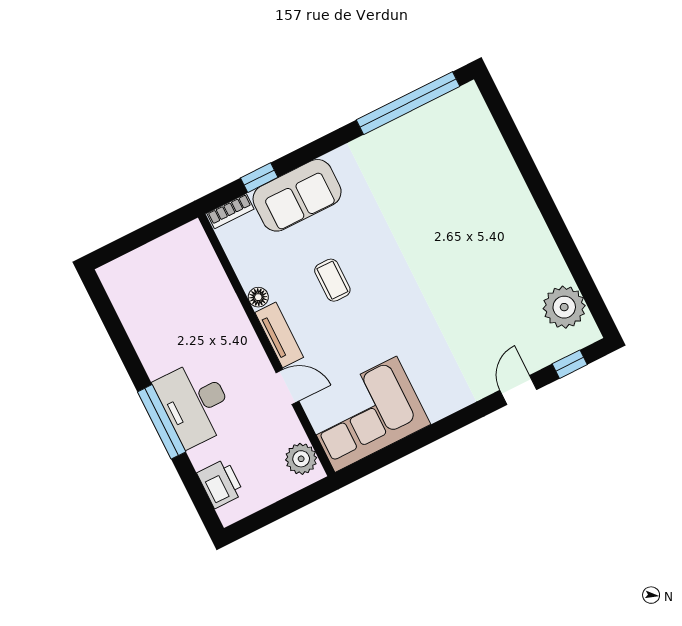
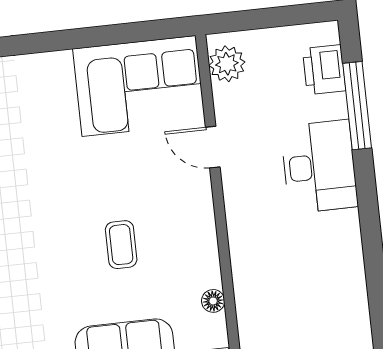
floor lamp: (258, 297) -> (213, 301), moved
tv unit: (279, 335) -> (201, 207), removed
window: (162, 422) -> (357, 106), moved

